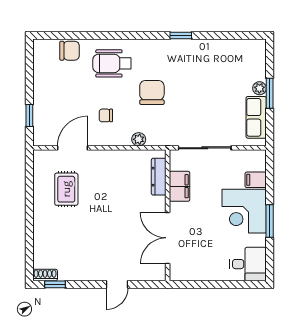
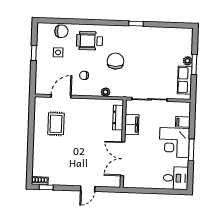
side table: (66, 82) -> (58, 52), added
window: (29, 116) -> (34, 53), moved

